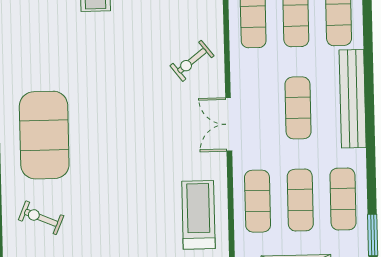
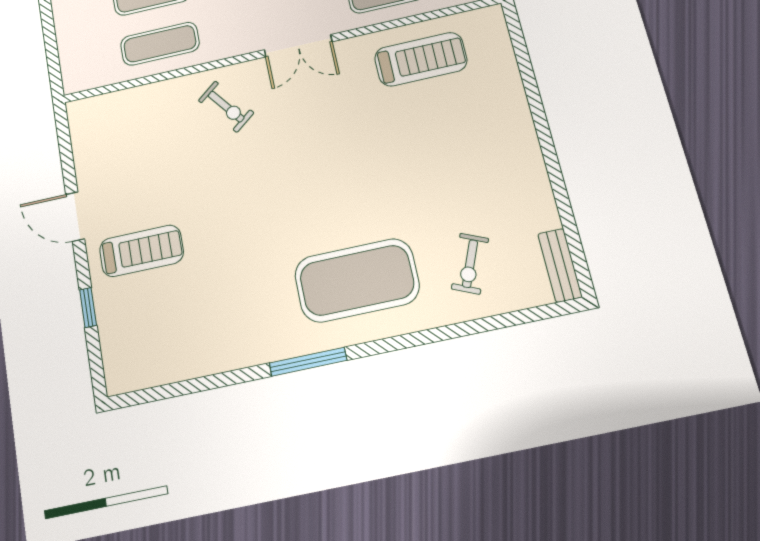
treadmill: (198, 215) -> (421, 59), turned 180

